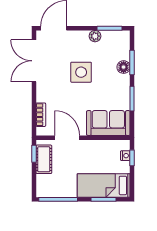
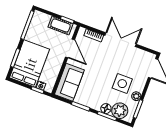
plant: (120, 49) -> (120, 111), added
double door: (34, 61) -> (121, 40), moved
side table: (81, 72) -> (122, 84), moved
door: (67, 138) -> (70, 48), hinge flipped
bed: (104, 185) -> (30, 64), width x1.50

